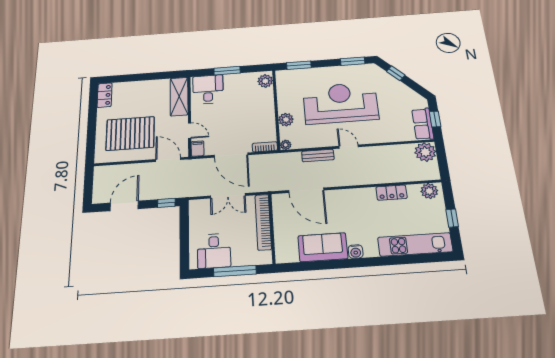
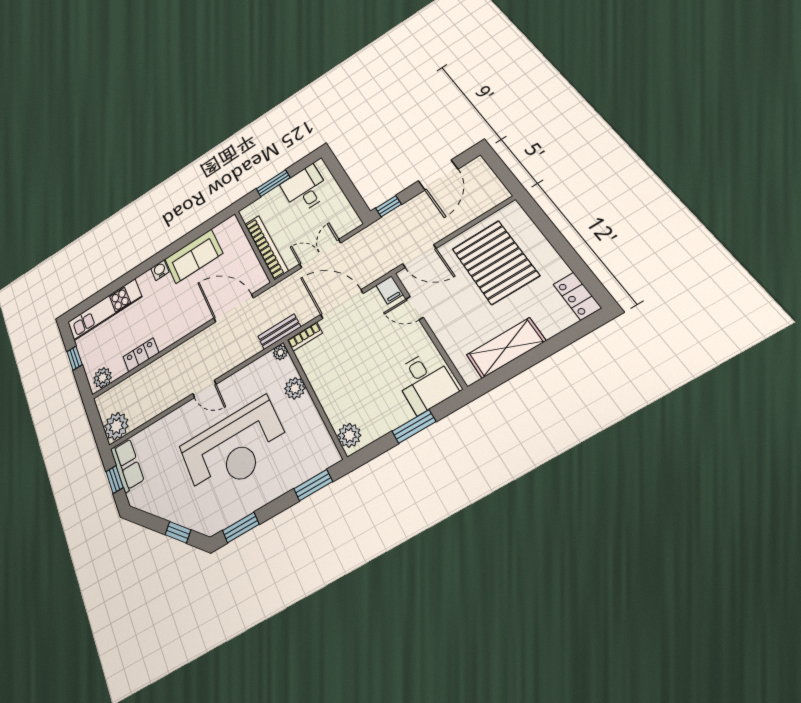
shelving: (179, 96) -> (506, 348), moved, turned 90
pallet: (130, 133) -> (495, 262), turned 90
bench: (318, 156) -> (279, 332), moved
window: (235, 271) -> (273, 183), width x0.69

